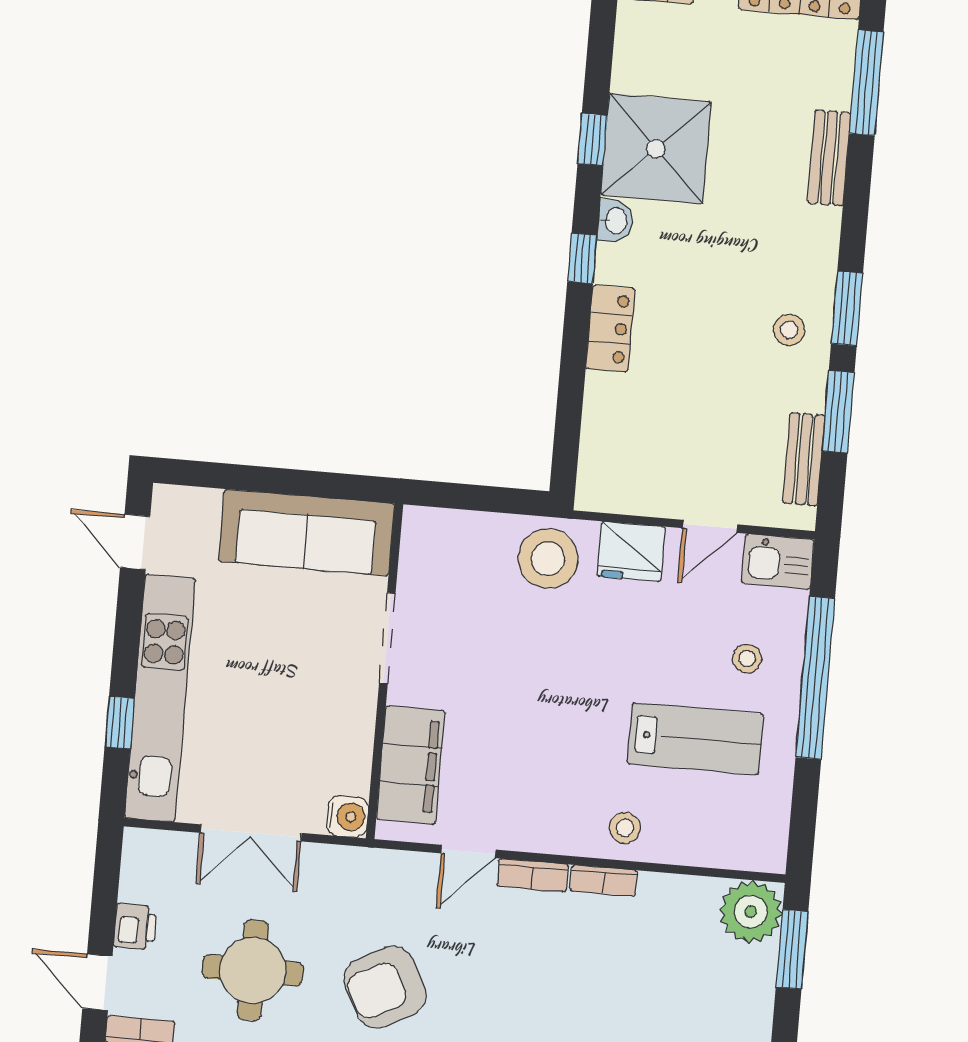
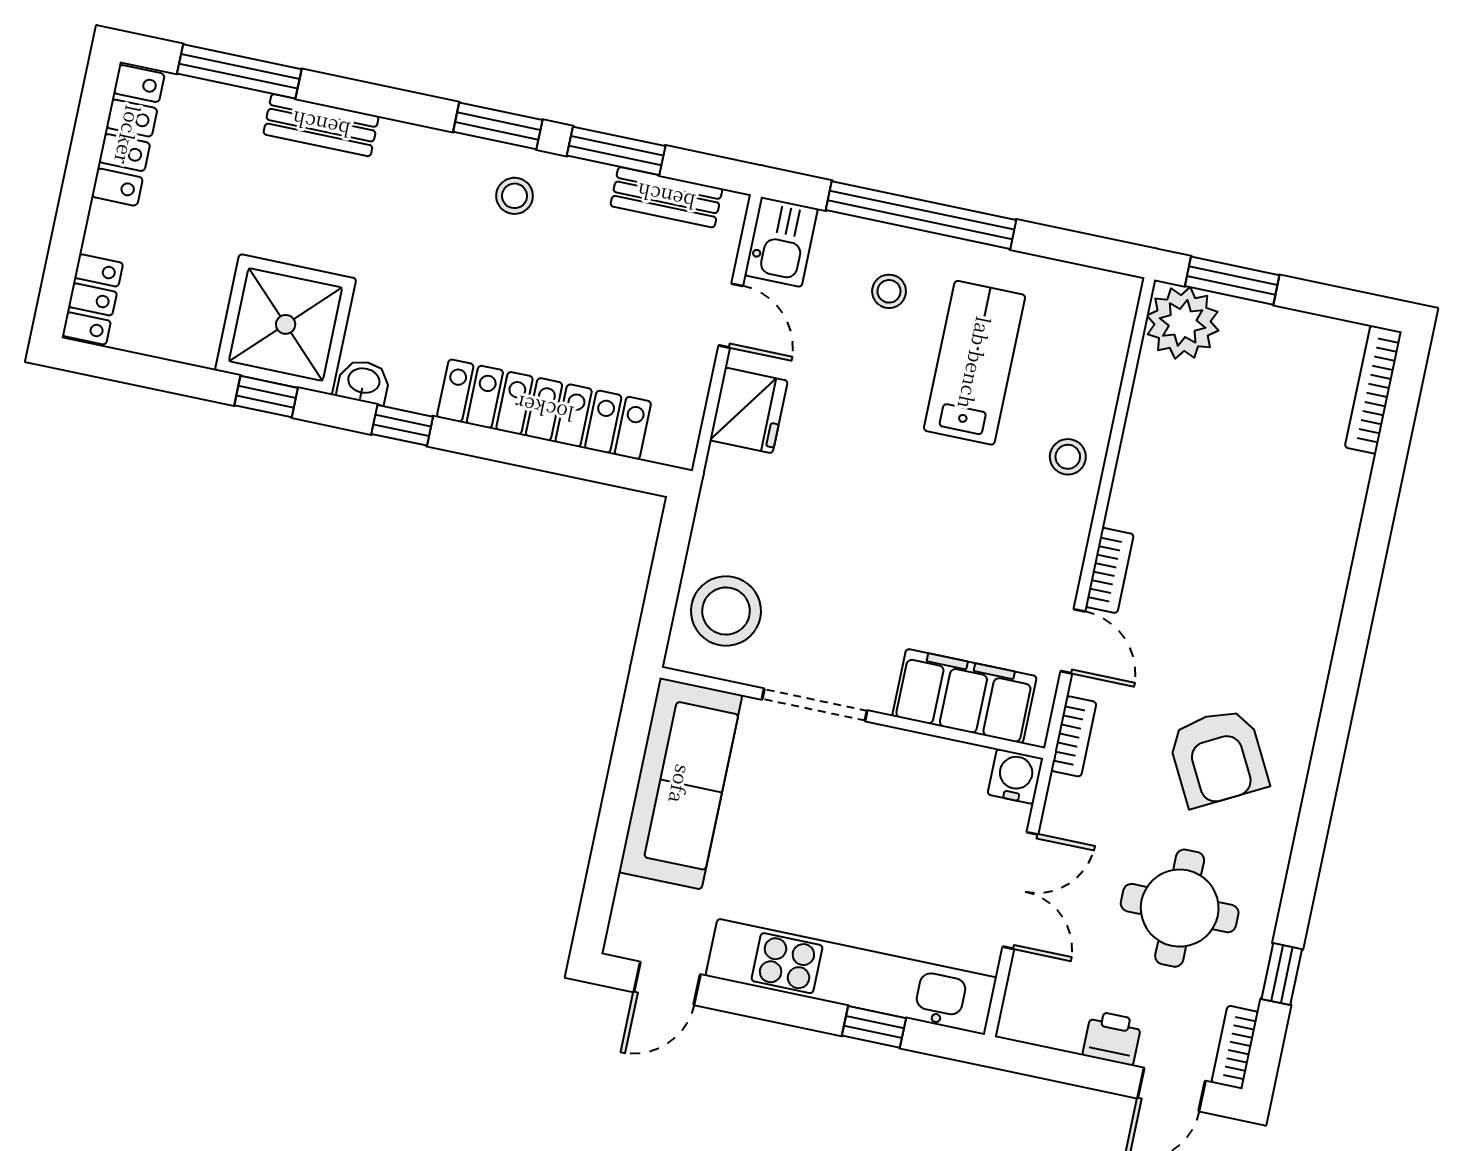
locker: (610, 328) -> (544, 409), width x2.16, depth x1.21
stool: (548, 559) -> (726, 611), moved
bookcase: (604, 881) -> (1074, 736), moved

